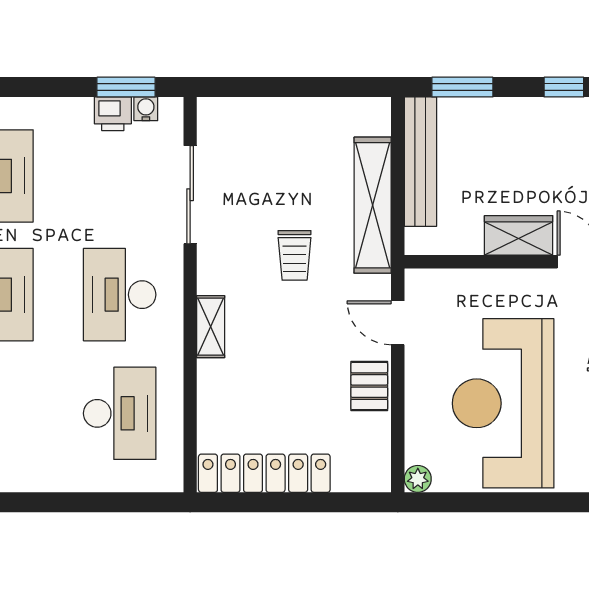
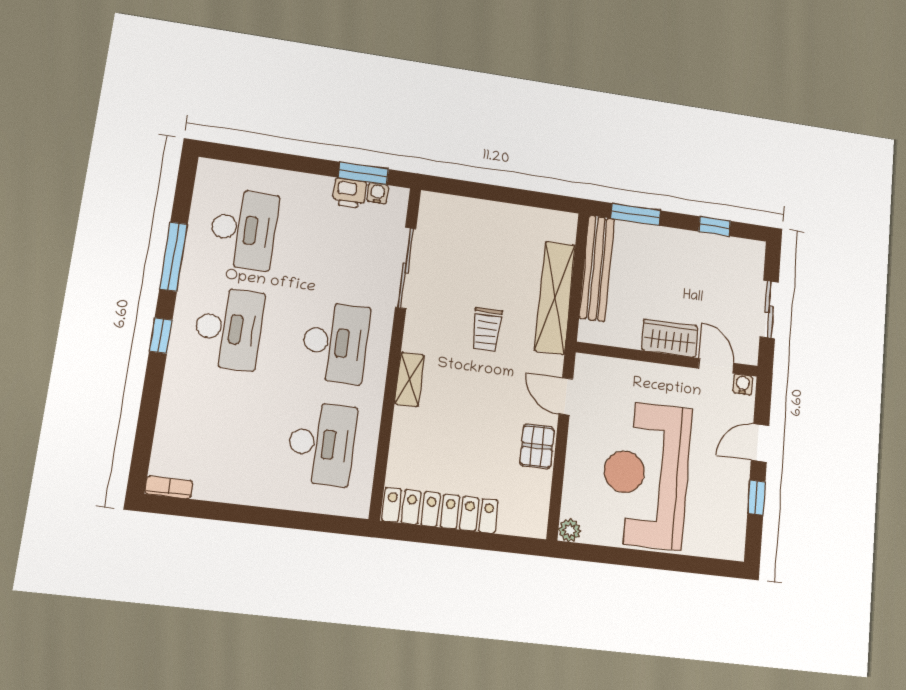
desk: (120, 295) -> (335, 342), turned 180

